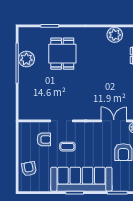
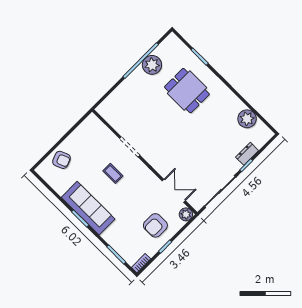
dining table: (62, 54) -> (187, 91), turned 90
armchair: (44, 139) -> (99, 148), removed
armchair: (29, 169) -> (62, 160), turned 79
sofa: (81, 179) -> (88, 208), width x0.74, depth x0.79

